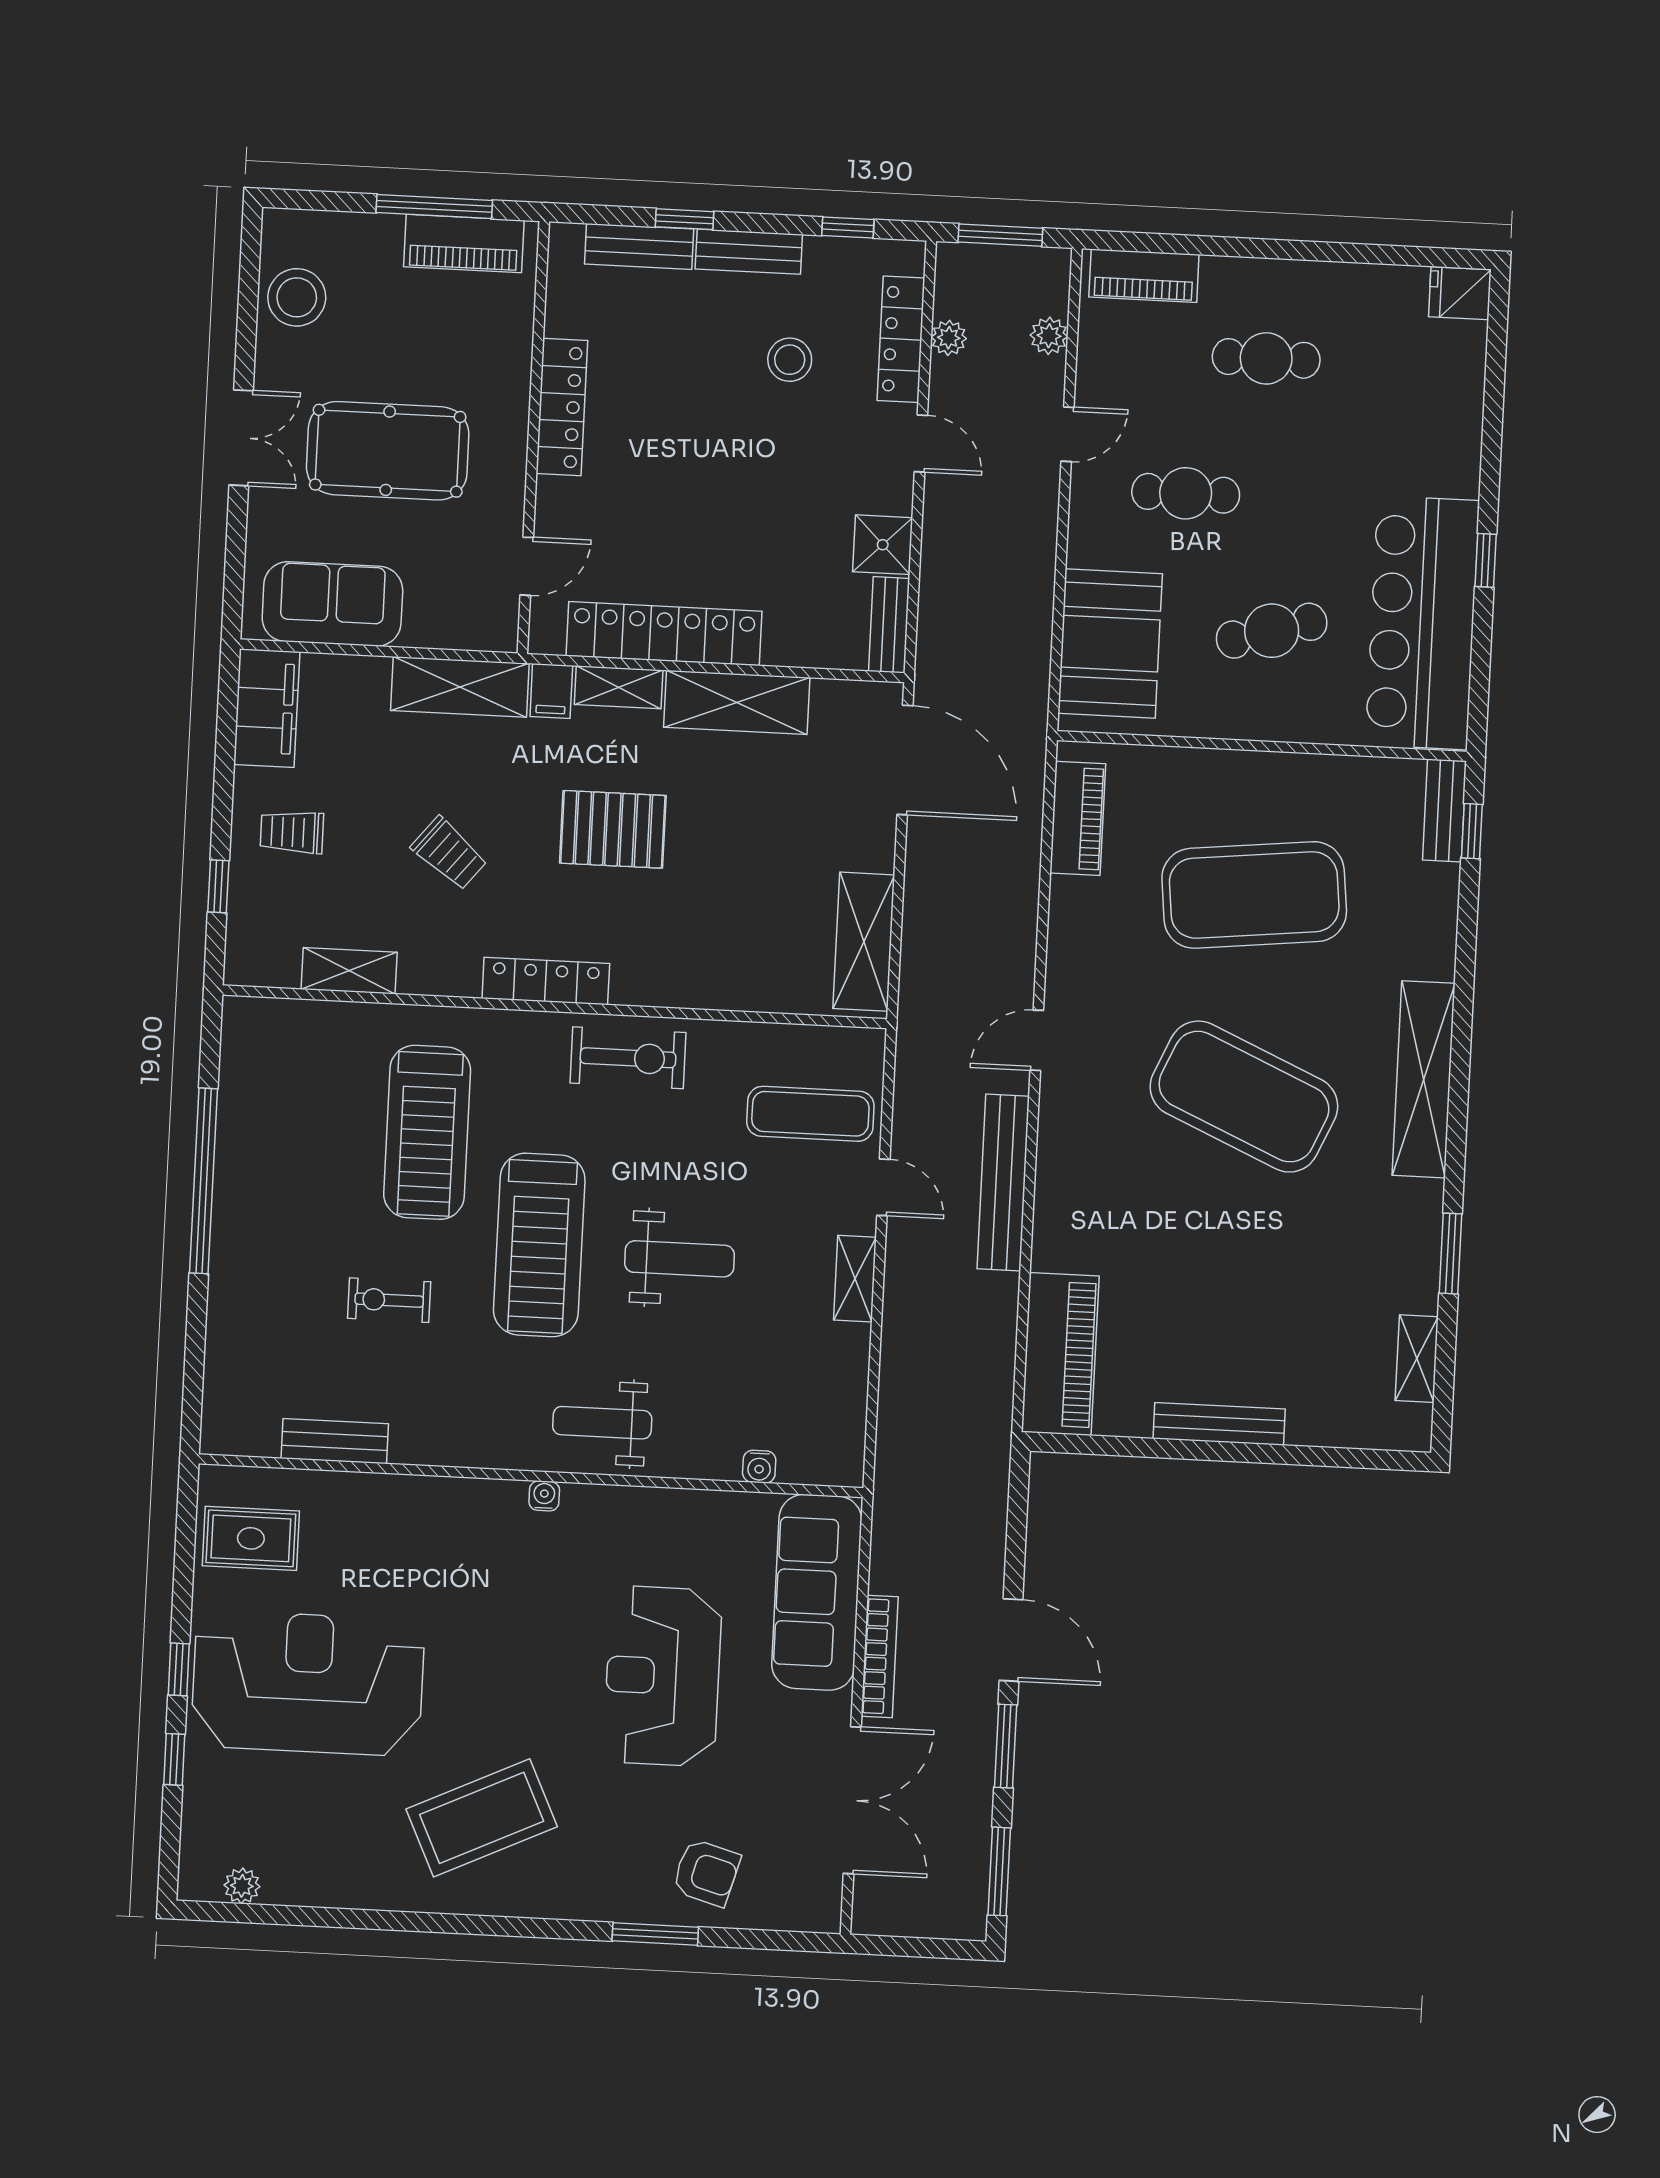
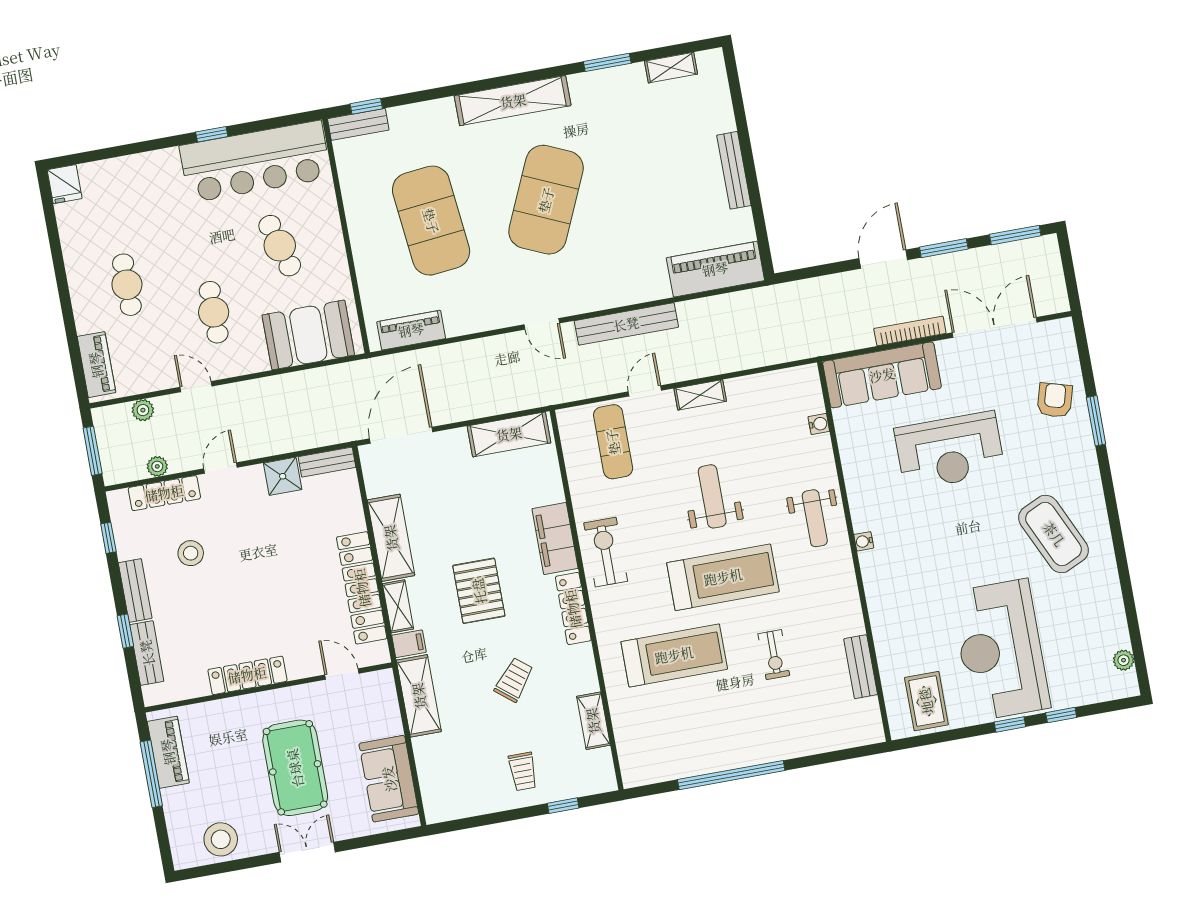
filing cabinet: (267, 708) -> (555, 539), moved, turned -90

